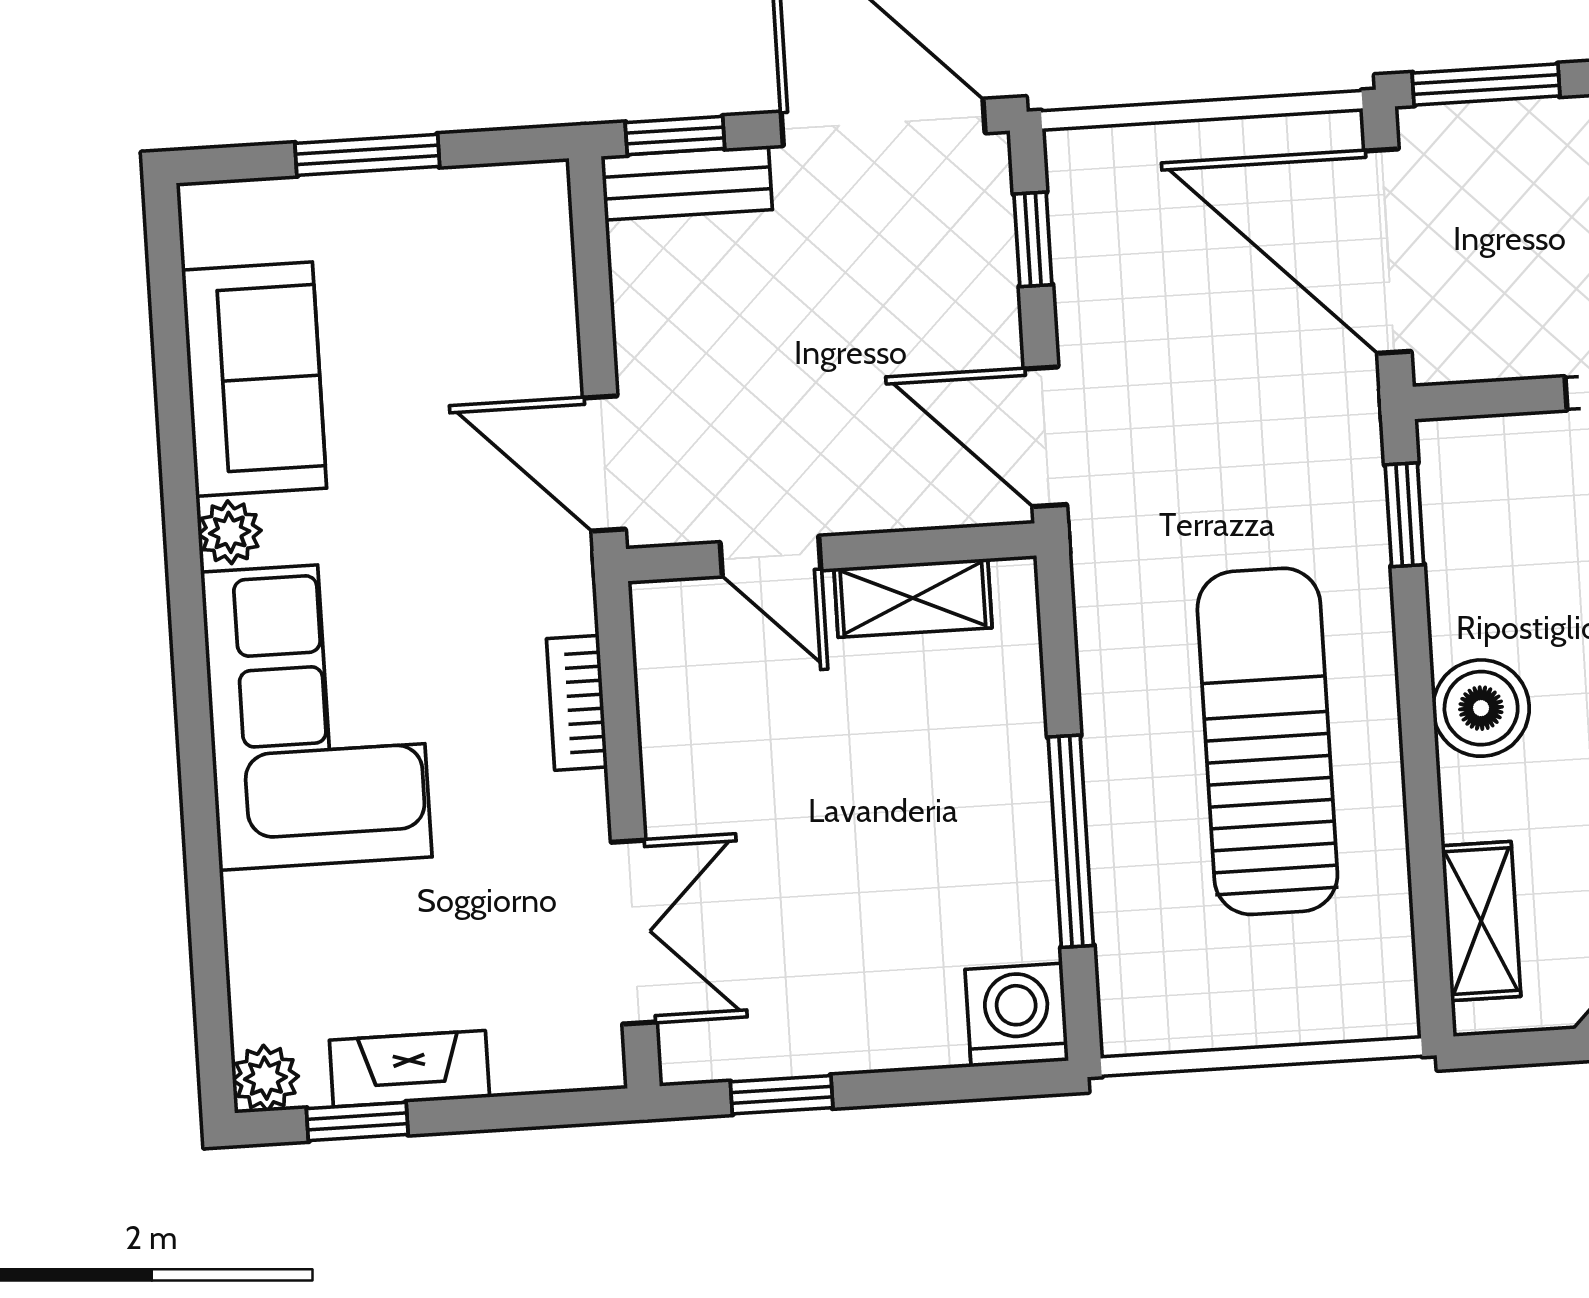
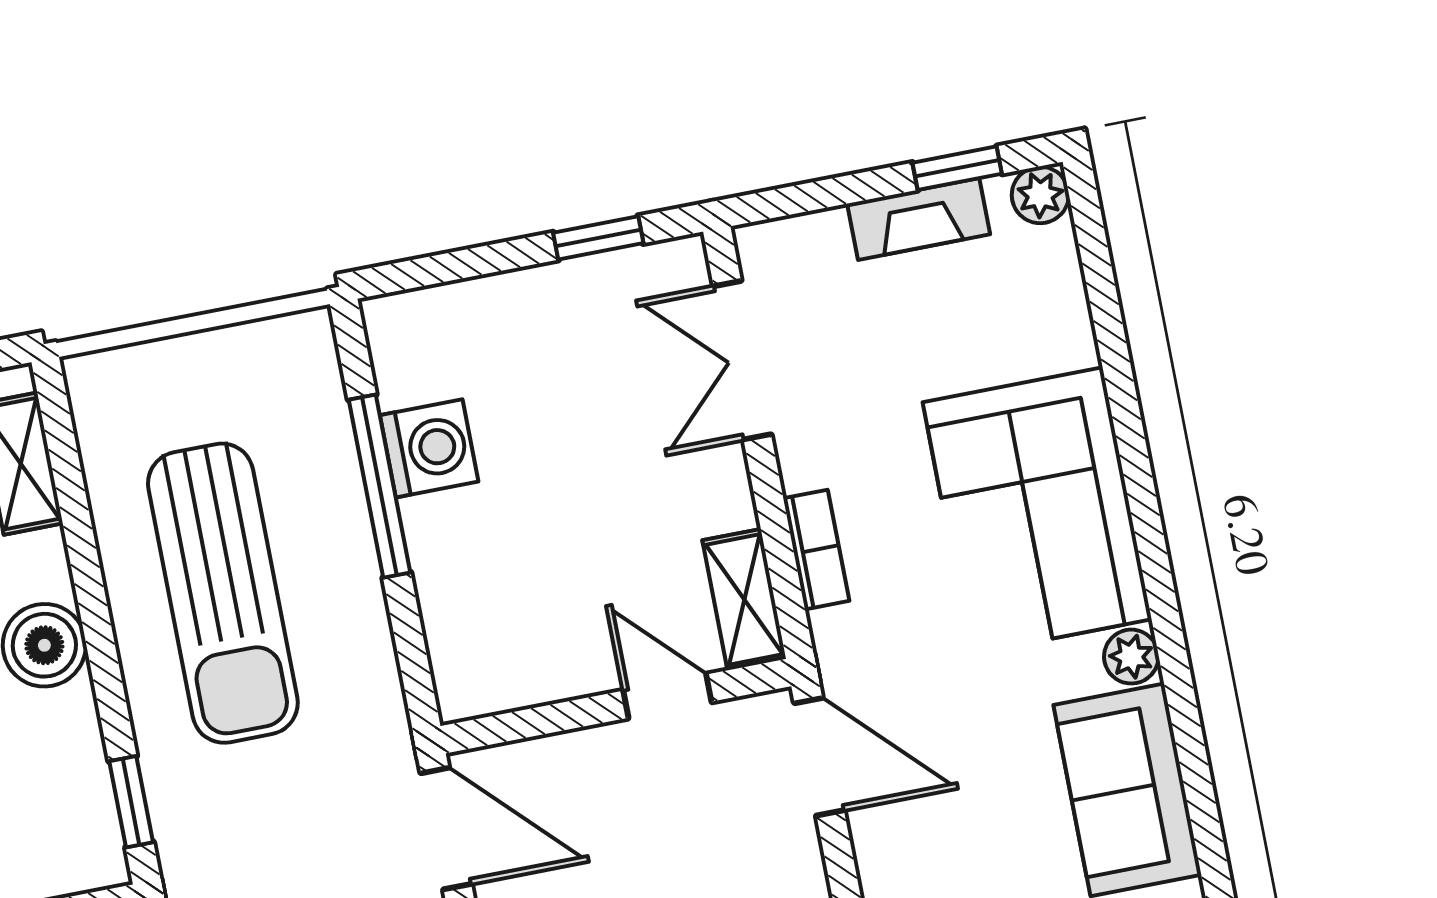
shelving: (913, 598) -> (744, 600), moved, turned 90
washing machine: (1017, 1015) -> (429, 448), moved, turned -90

